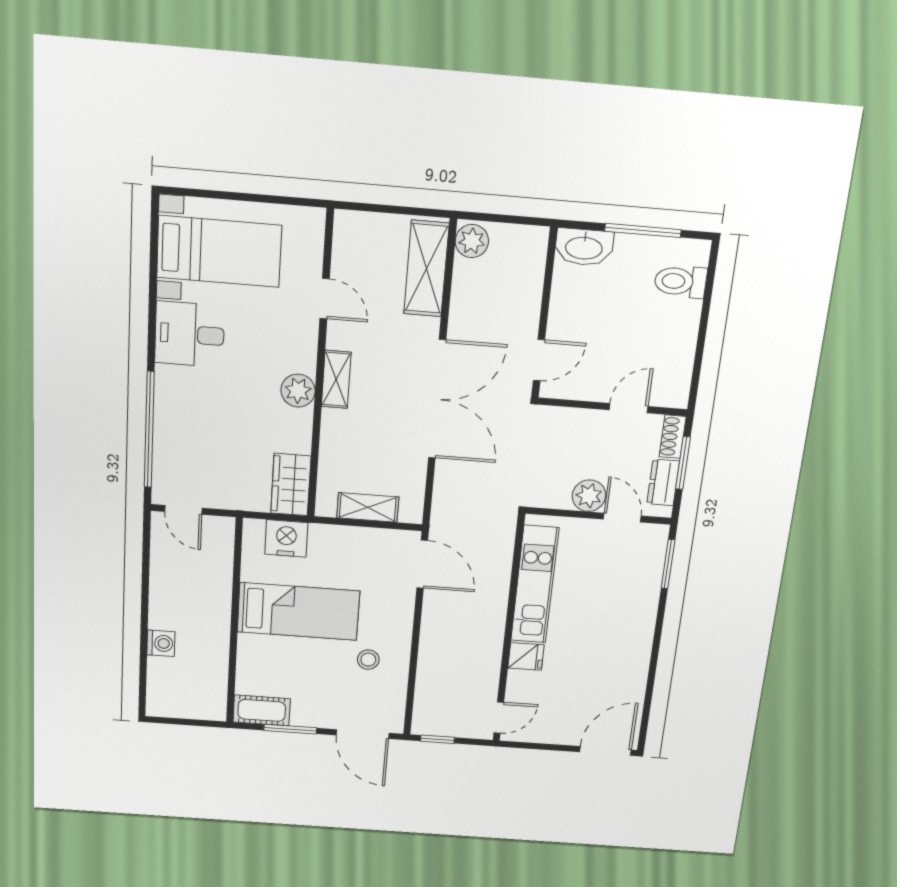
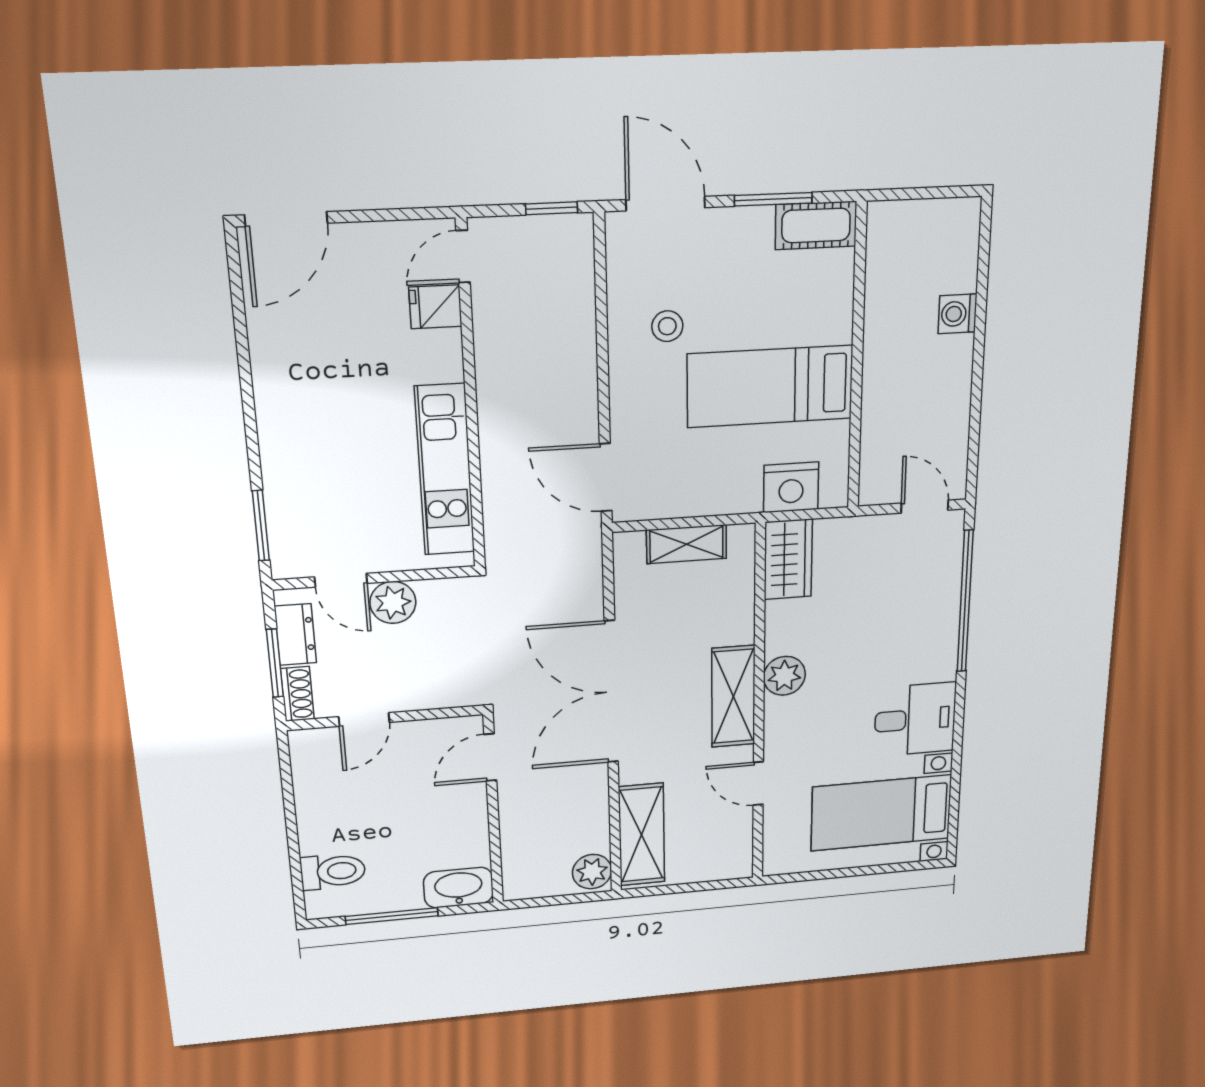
shelving: (336, 379) -> (733, 696), width x1.50, depth x1.33
fridge: (526, 656) -> (435, 307), moved

